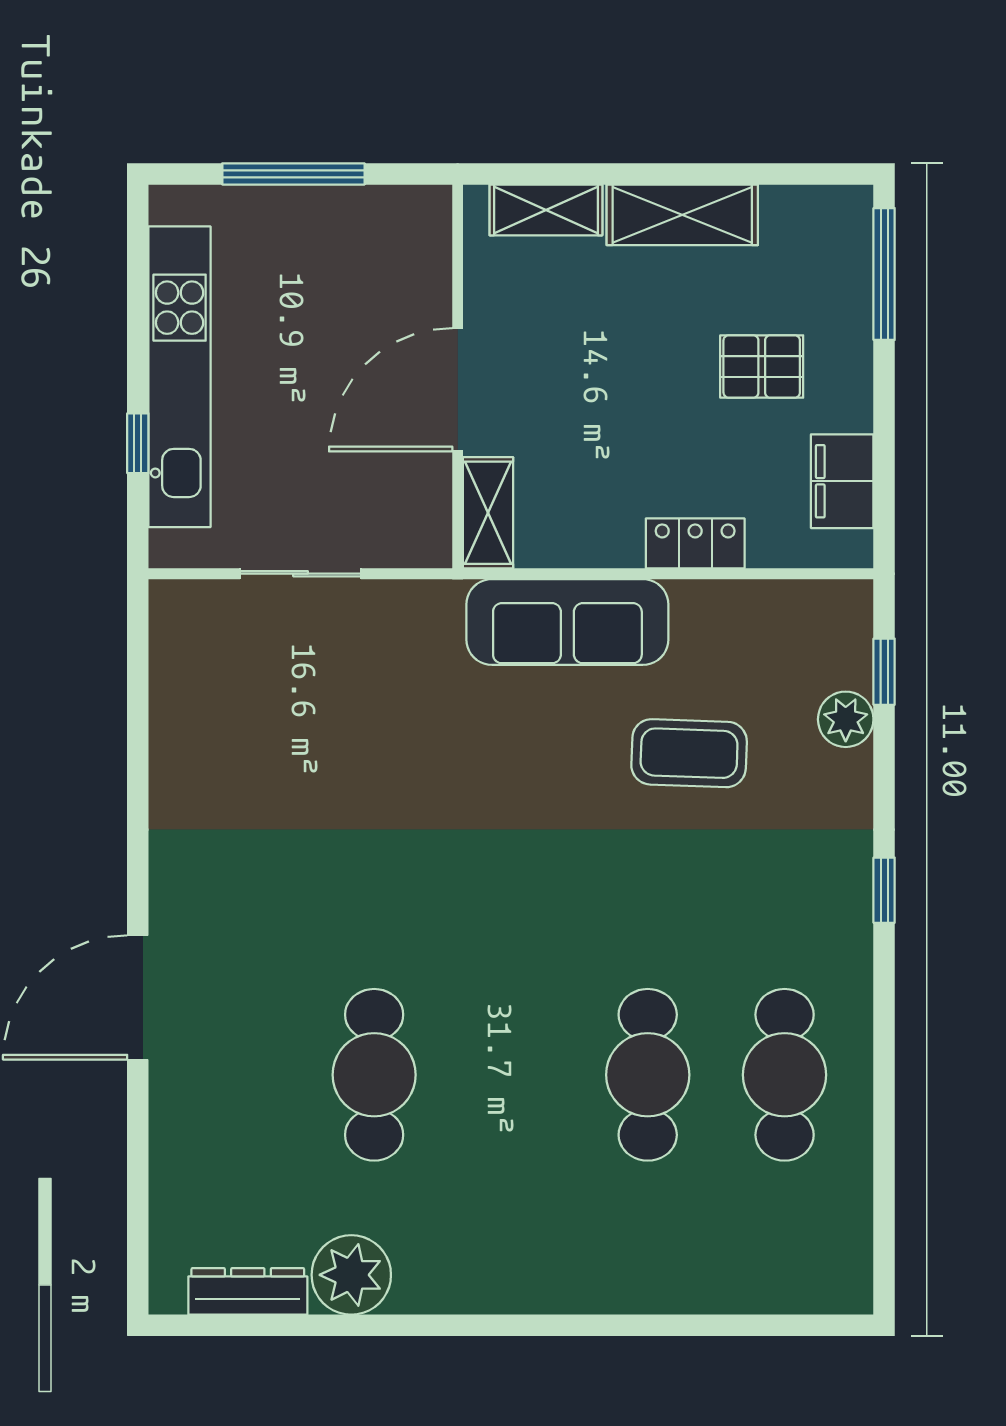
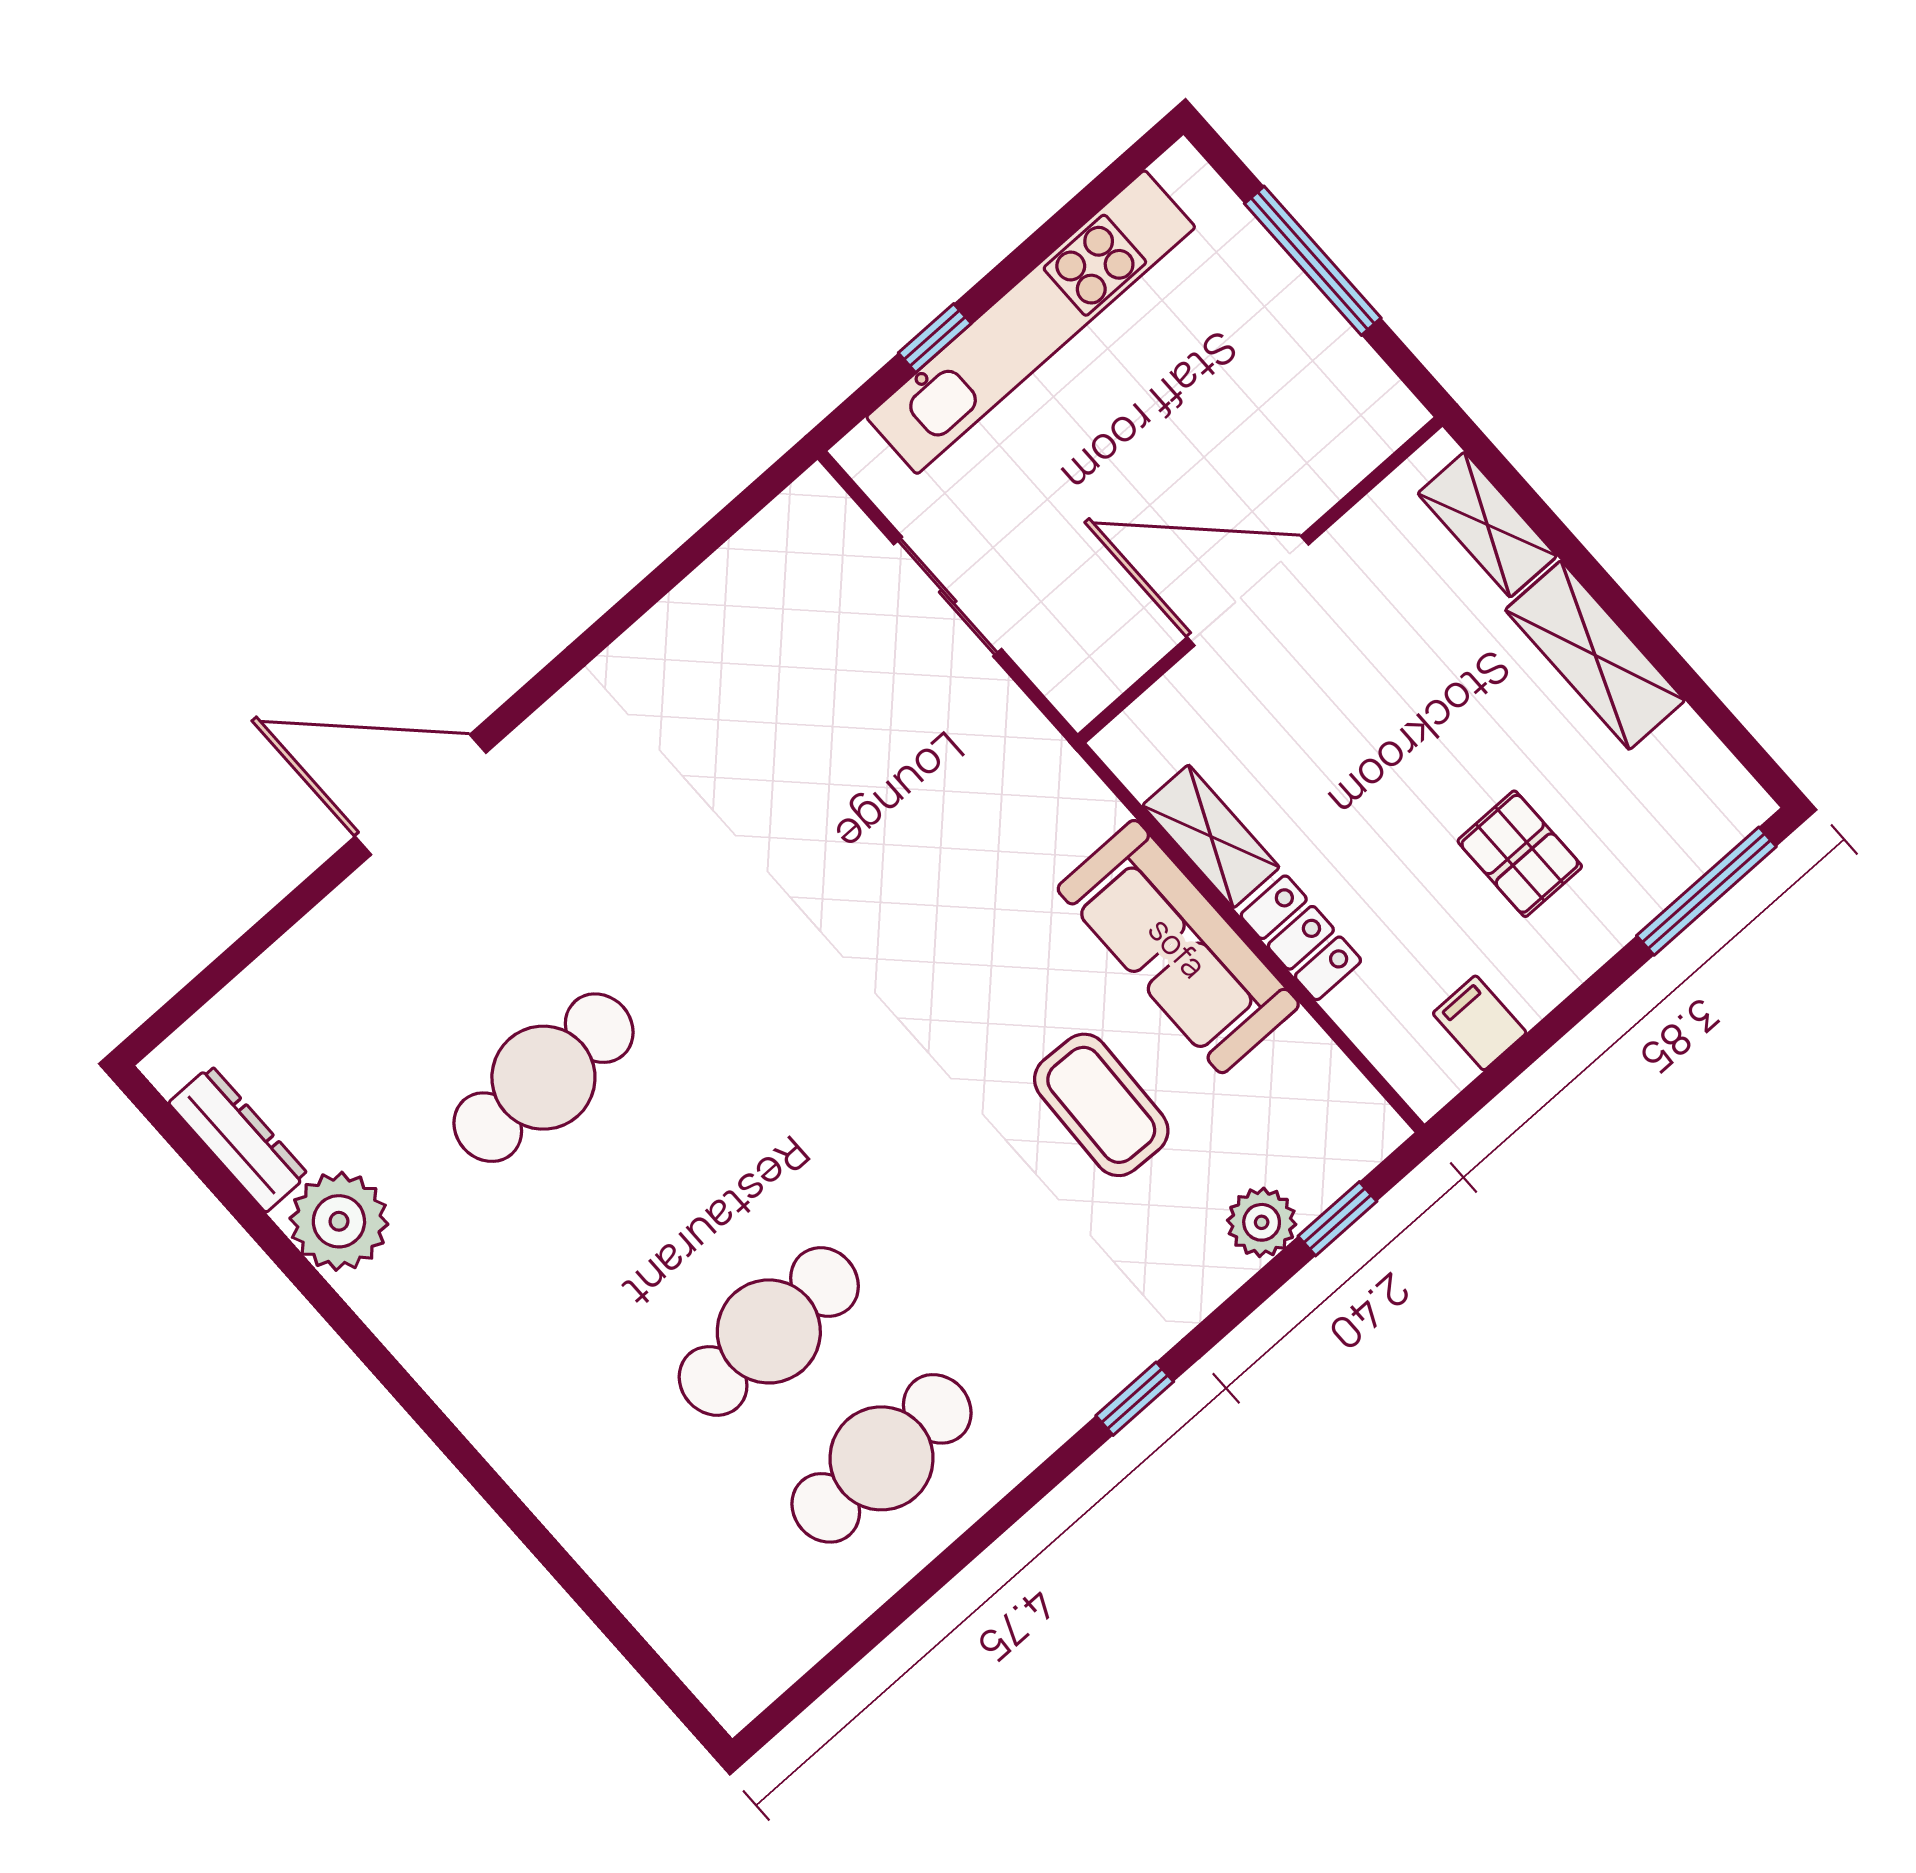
filing cabinet: (842, 481) -> (1480, 1023), width x0.50
shelving: (488, 513) -> (1211, 836), moved, turned 90
sofa: (567, 622) -> (1178, 947), moved

